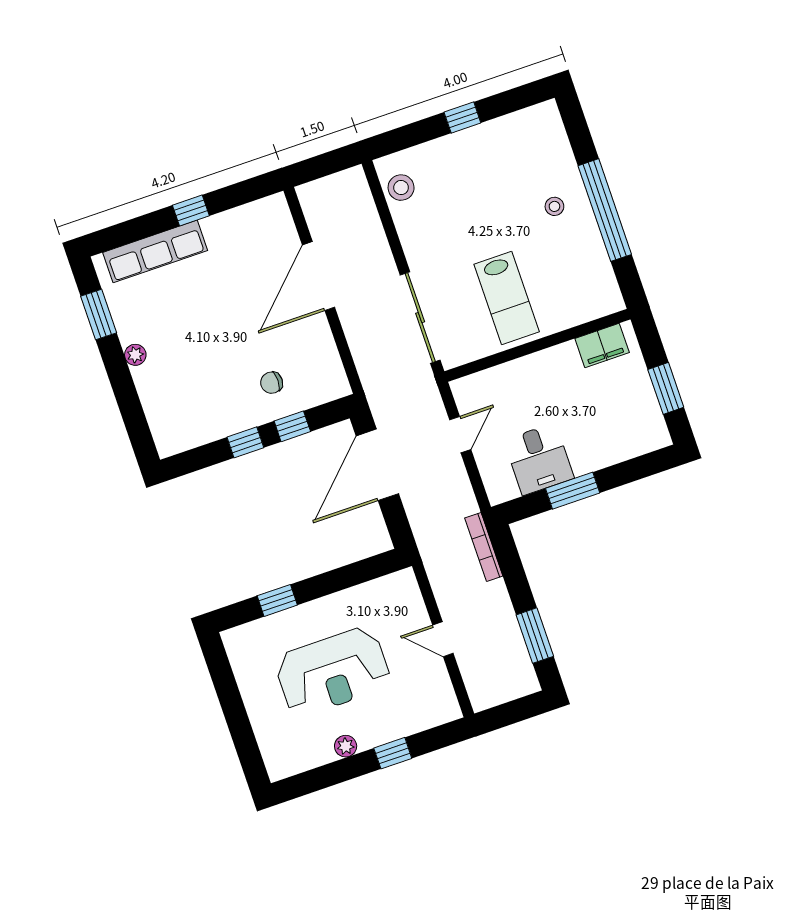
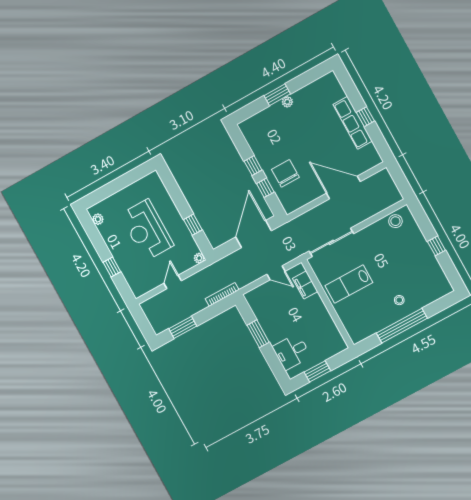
row of seats: (155, 251) -> (353, 123), moved
window: (99, 315) -> (277, 95), moved
filing cabinet: (602, 346) -> (305, 285), moved
chair: (272, 383) -> (285, 173), width x1.87, depth x1.87
desk: (539, 459) -> (292, 352), moved
door: (377, 465) -> (254, 234), hinge flipped
plant: (406, 579) -> (199, 258), added
window: (277, 600) -> (193, 225), moved
plant: (346, 746) -> (98, 219), moved

